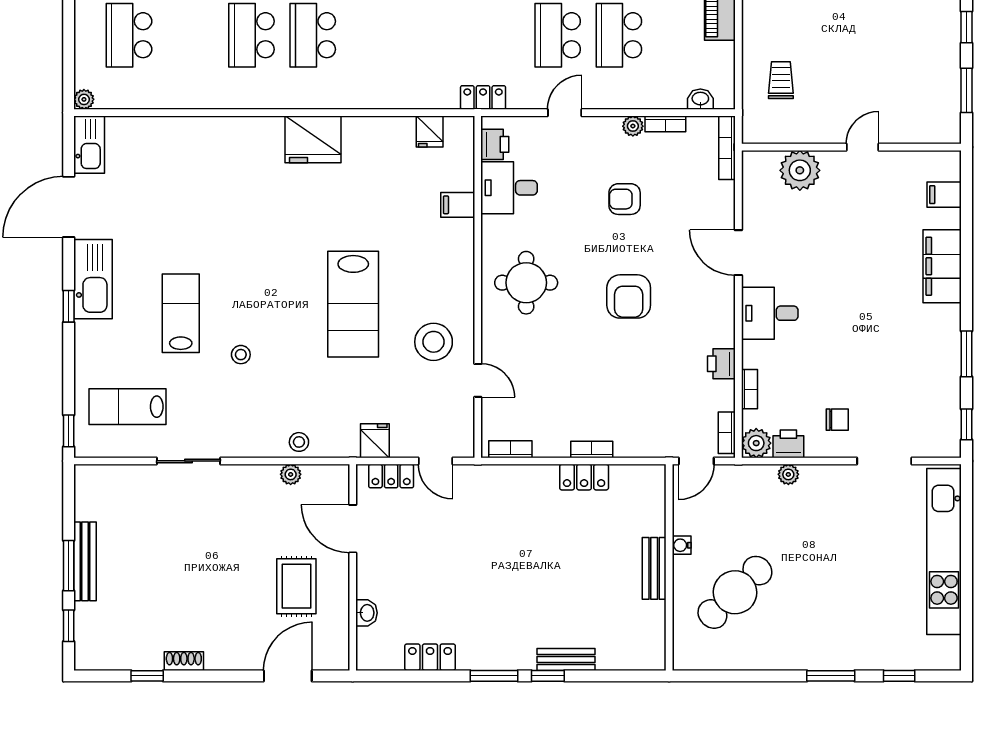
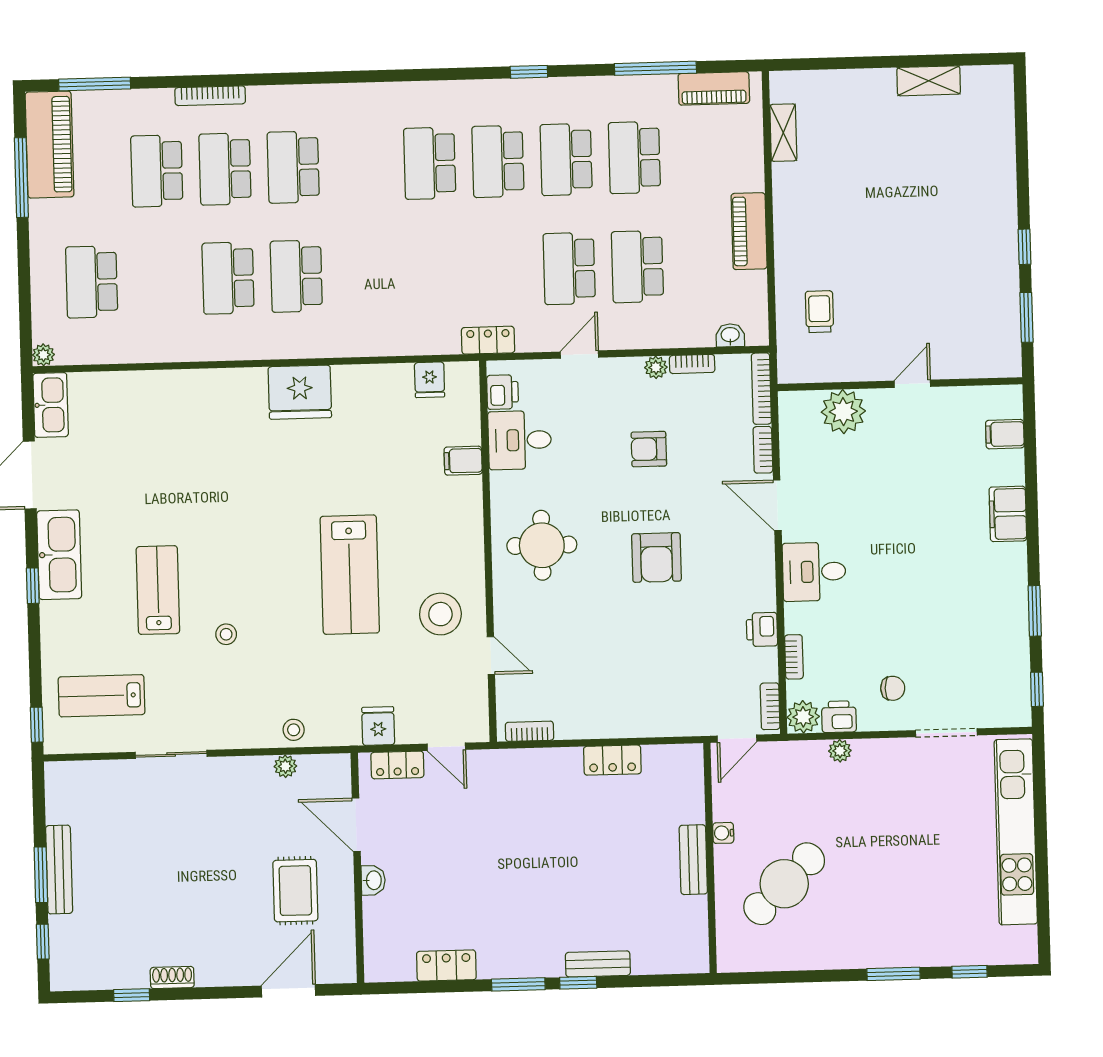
filing cabinet: (942, 266) -> (1008, 514), width x0.67, depth x0.86
bookcase: (592, 449) -> (763, 450), moved, turned -90
washbasin: (367, 613) -> (373, 880), moved

